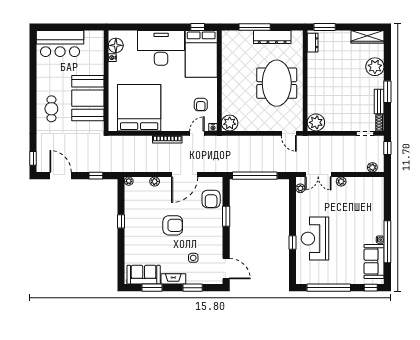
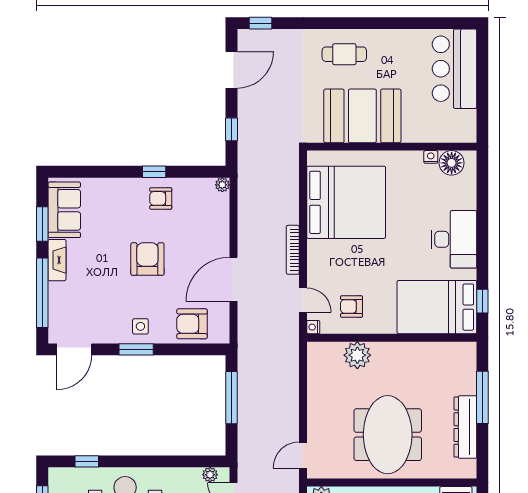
desk: (161, 48) -> (454, 239), width x0.73, depth x0.77
meeting table: (277, 83) -> (388, 435), turned 90
plant: (230, 123) -> (357, 355), moved
door: (185, 174) -> (233, 279), hinge flipped
window: (255, 176) -> (231, 398), width x0.68
plant: (155, 181) -> (222, 229), removed
window: (226, 216) -> (136, 349), moved
armchair: (137, 217) -> (161, 198), added
armchair: (173, 225) -> (147, 259), turned 180
window: (292, 242) -> (87, 461), moved
side table: (193, 258) -> (140, 326), moved
window: (193, 288) -> (42, 293), width x2.11

